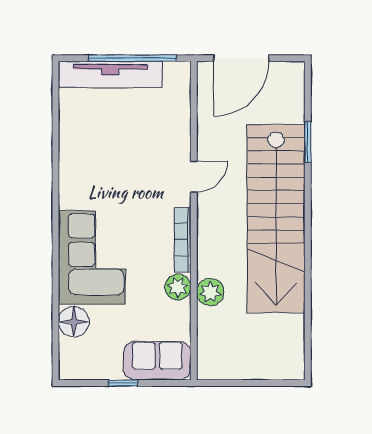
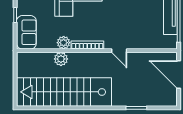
stairs: (276, 219) -> (64, 92), moved

